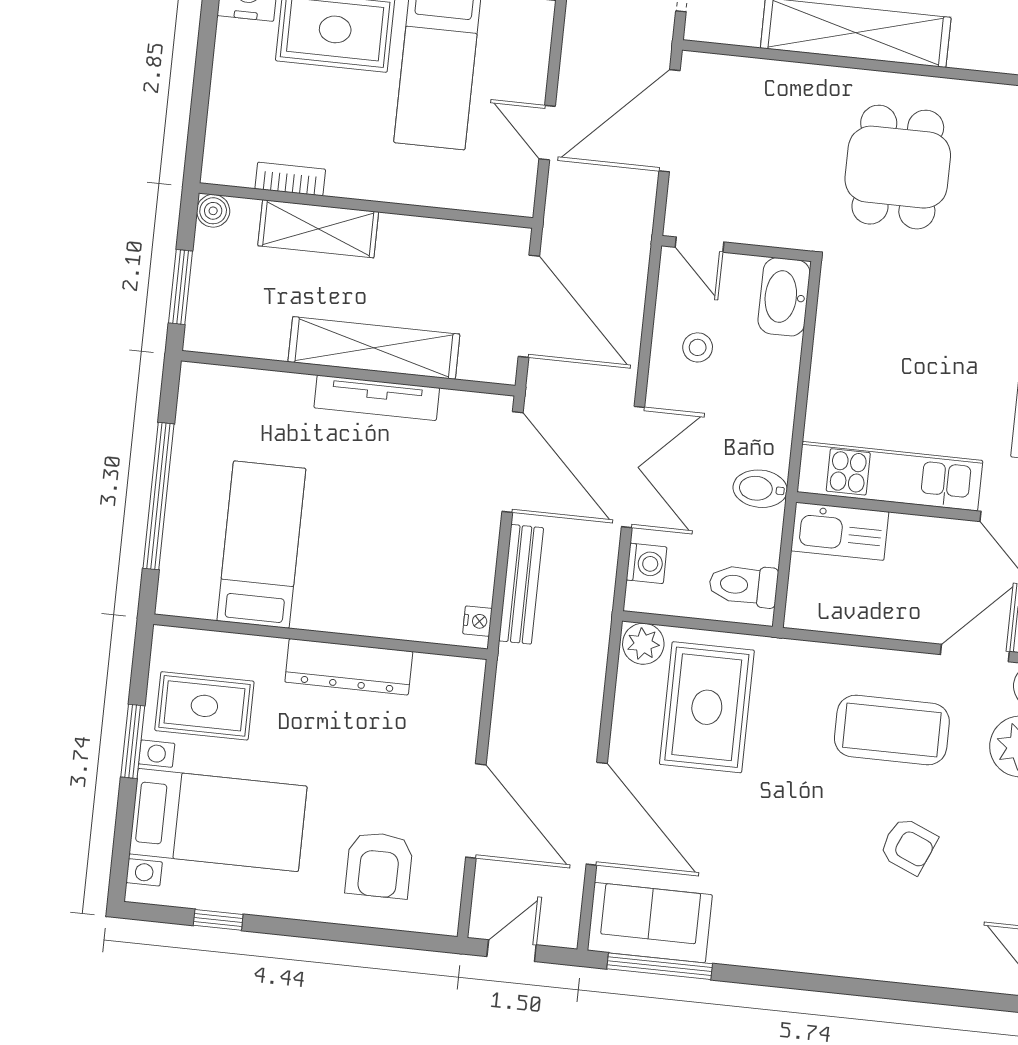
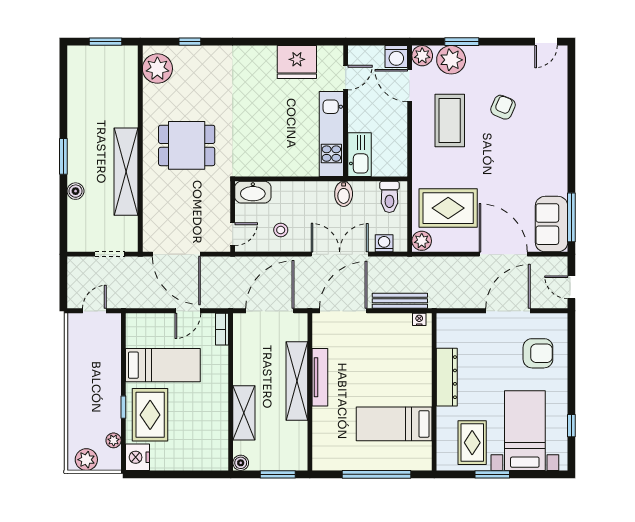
bookcase: (290, 179) -> (222, 329), moved
door: (597, 814) -> (503, 254), hinge flipped

